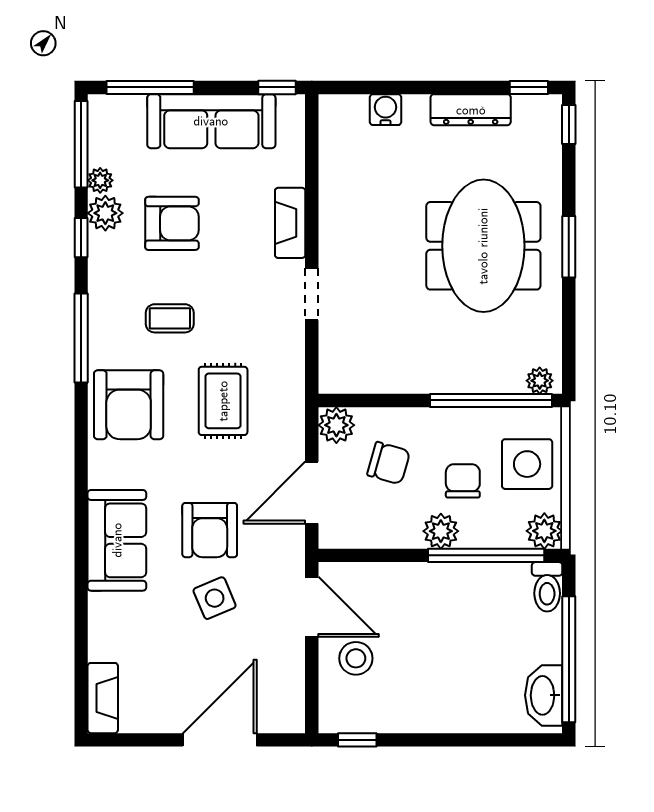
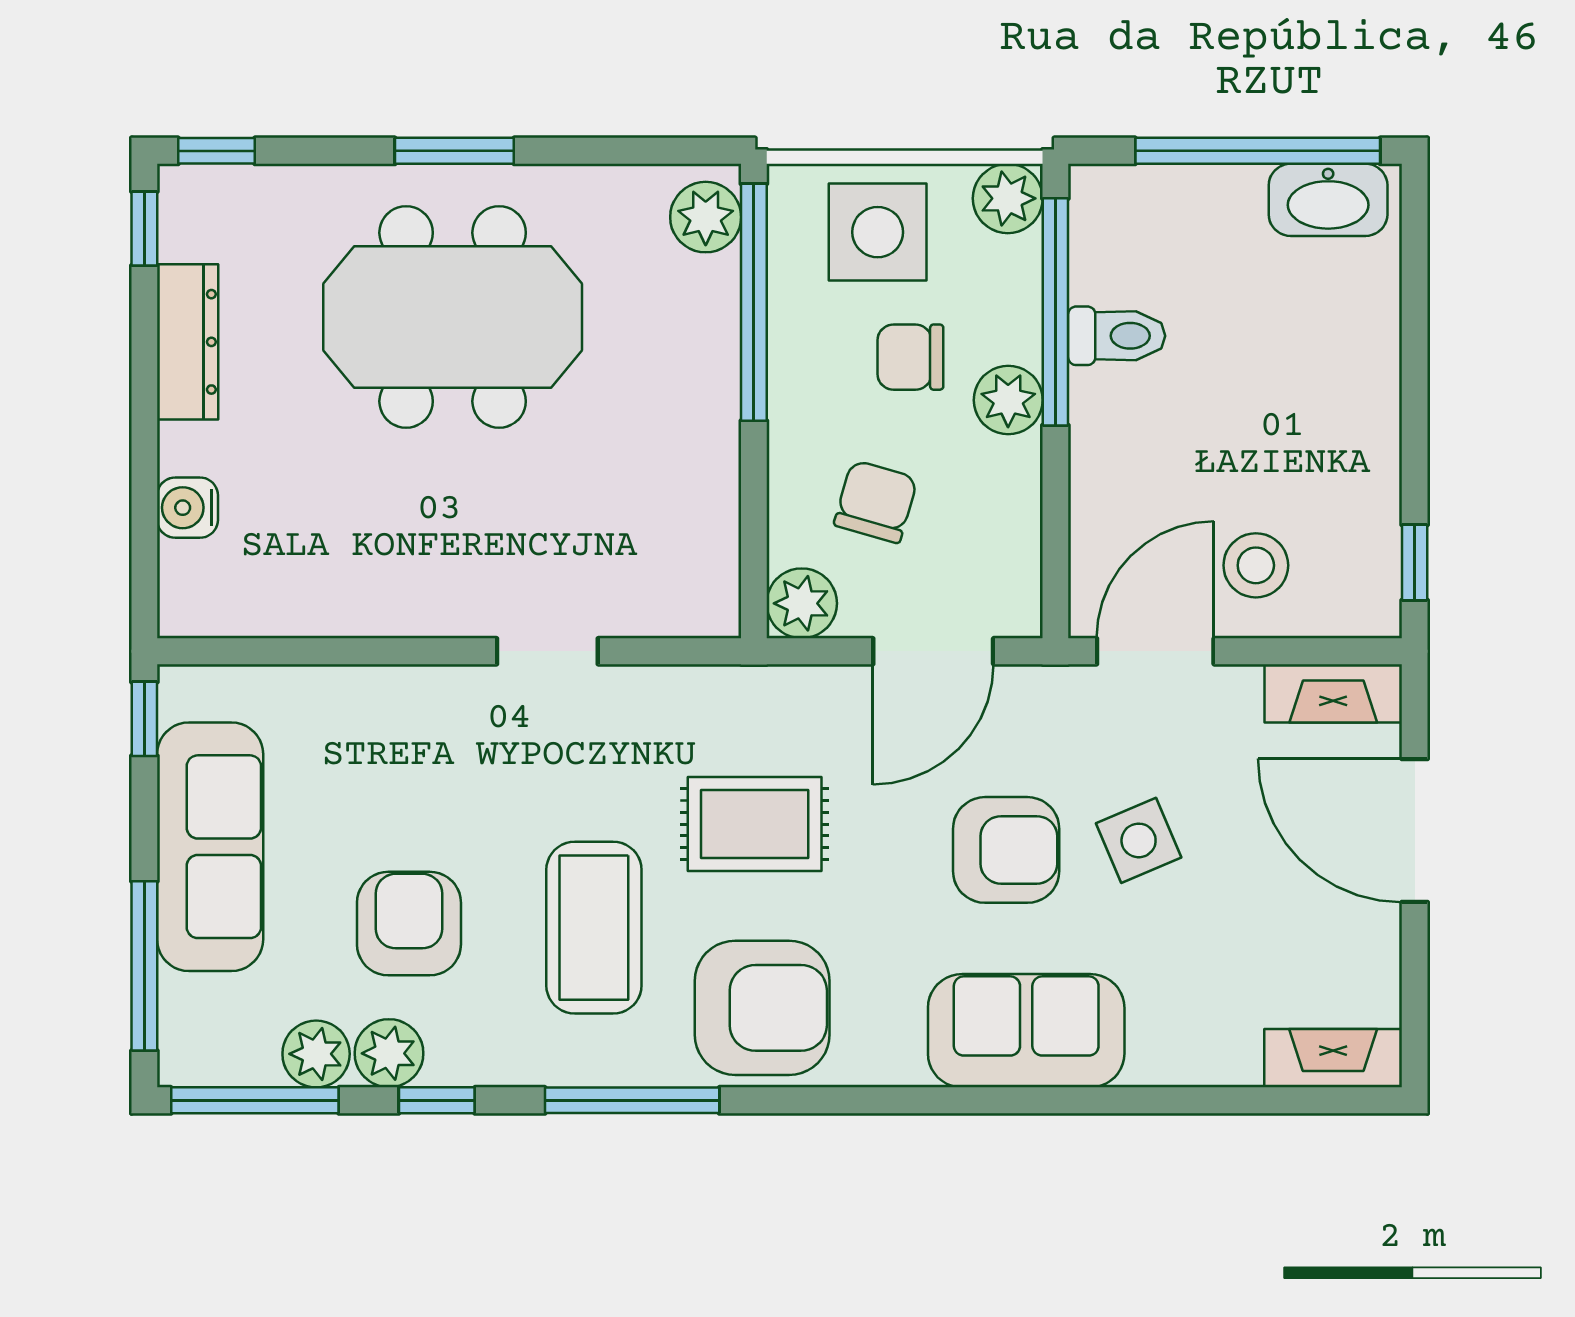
plant: (100, 180) -> (316, 1054), width x1.38, depth x1.38
fireplace: (290, 223) -> (1333, 693), moved
coffee table: (170, 318) -> (594, 928), width x1.86, depth x1.72
plant: (540, 381) -> (706, 217), width x1.38, depth x1.38
door: (312, 493) -> (933, 651), hinge flipped
toilet: (547, 587) -> (1117, 336), moved

